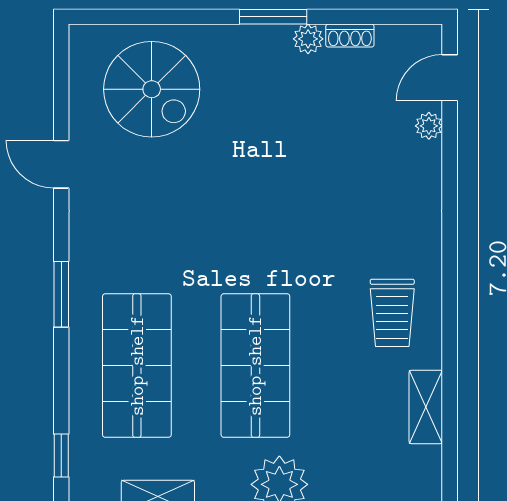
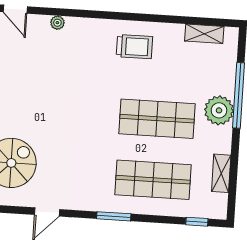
plant: (429, 126) -> (57, 23), moved
shelving: (426, 407) -> (204, 34), moved

